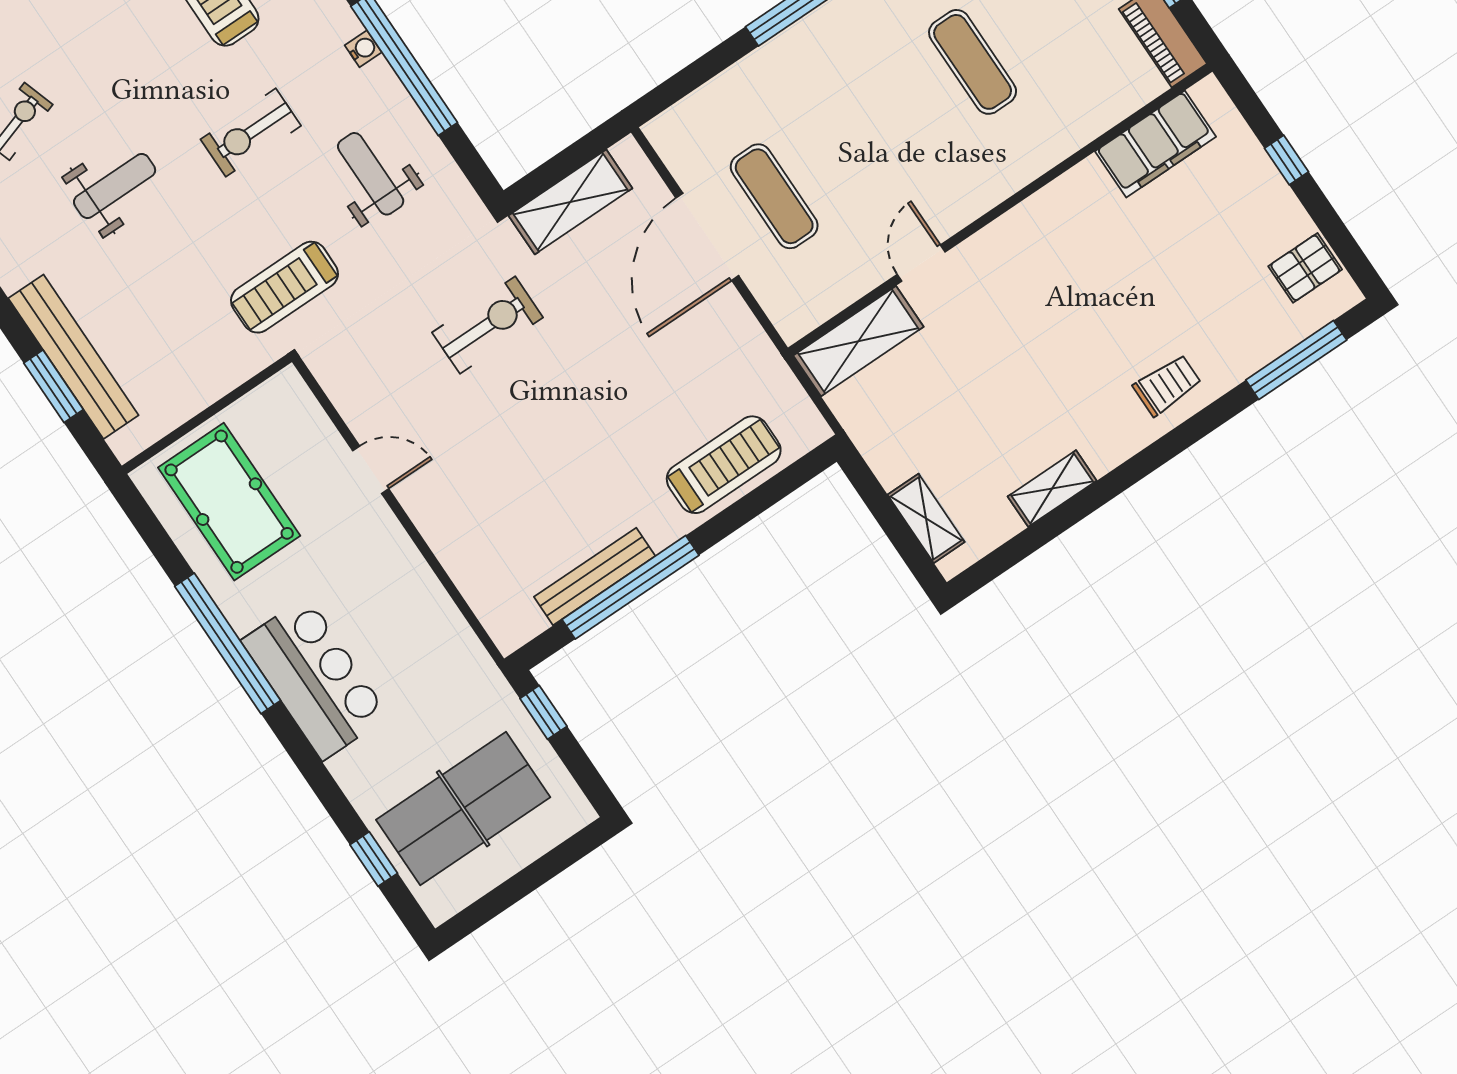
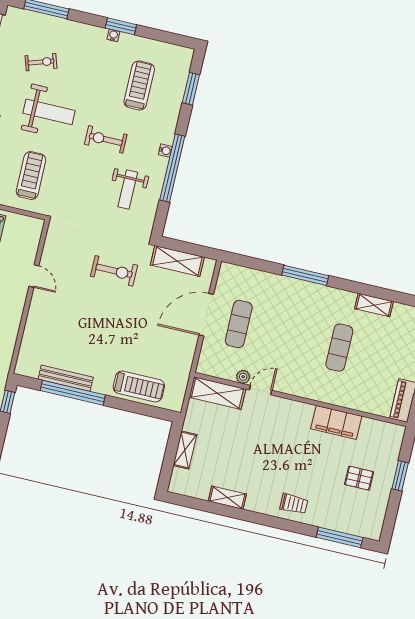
filing cabinet: (1156, 144) -> (336, 422), moved
window: (1287, 160) -> (400, 476), width x1.50
weight bench: (371, 174) -> (128, 189), turned 180
weight bench: (115, 186) -> (49, 112), width x1.36, depth x1.33
pallet: (1305, 268) -> (359, 478), moved
plant: (871, 272) -> (243, 377), added
treadmill: (284, 287) -> (31, 176), moved, turned 90
shelving: (926, 518) -> (185, 450), moved

